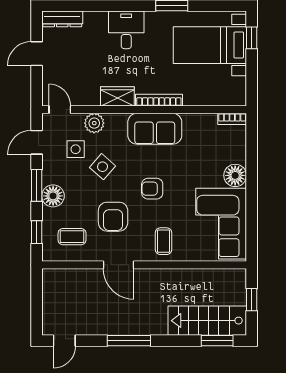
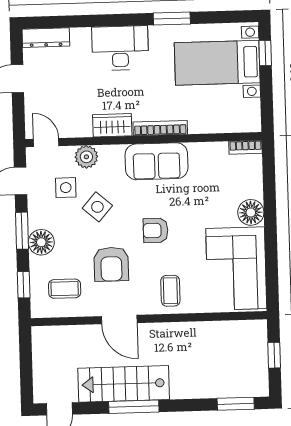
desk: (126, 30) -> (120, 48), width x1.37
stairs: (207, 321) -> (124, 384), moved

